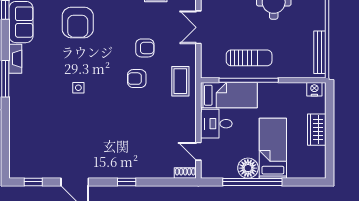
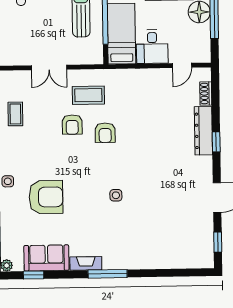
armchair: (145, 48) -> (72, 125), turned 180
coffee table: (180, 81) -> (88, 95), moved
dresser: (137, 170) -> (203, 131), added
shoe rack: (185, 173) -> (206, 93), moved

